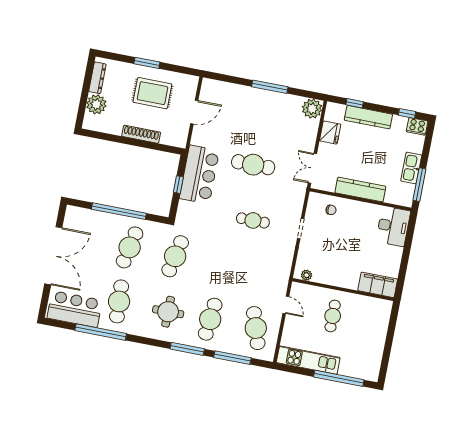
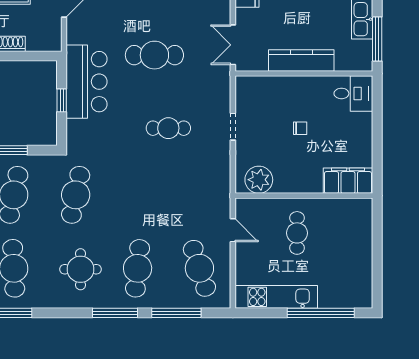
chair: (331, 210) -> (300, 128), moved
desk: (393, 226) -> (353, 93), width x0.73
plant: (306, 275) -> (259, 180), width x1.88, depth x1.88

